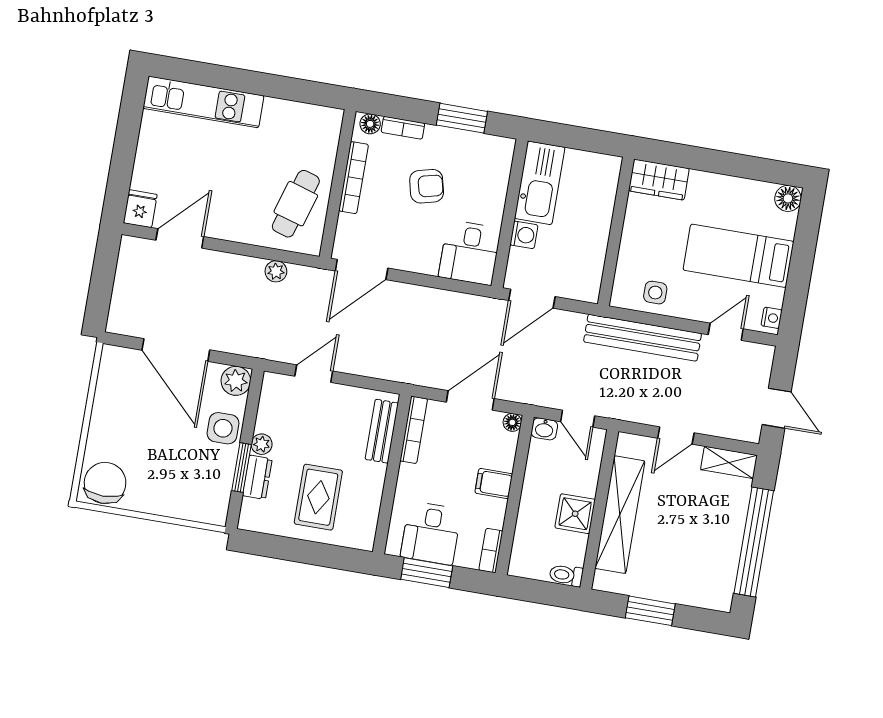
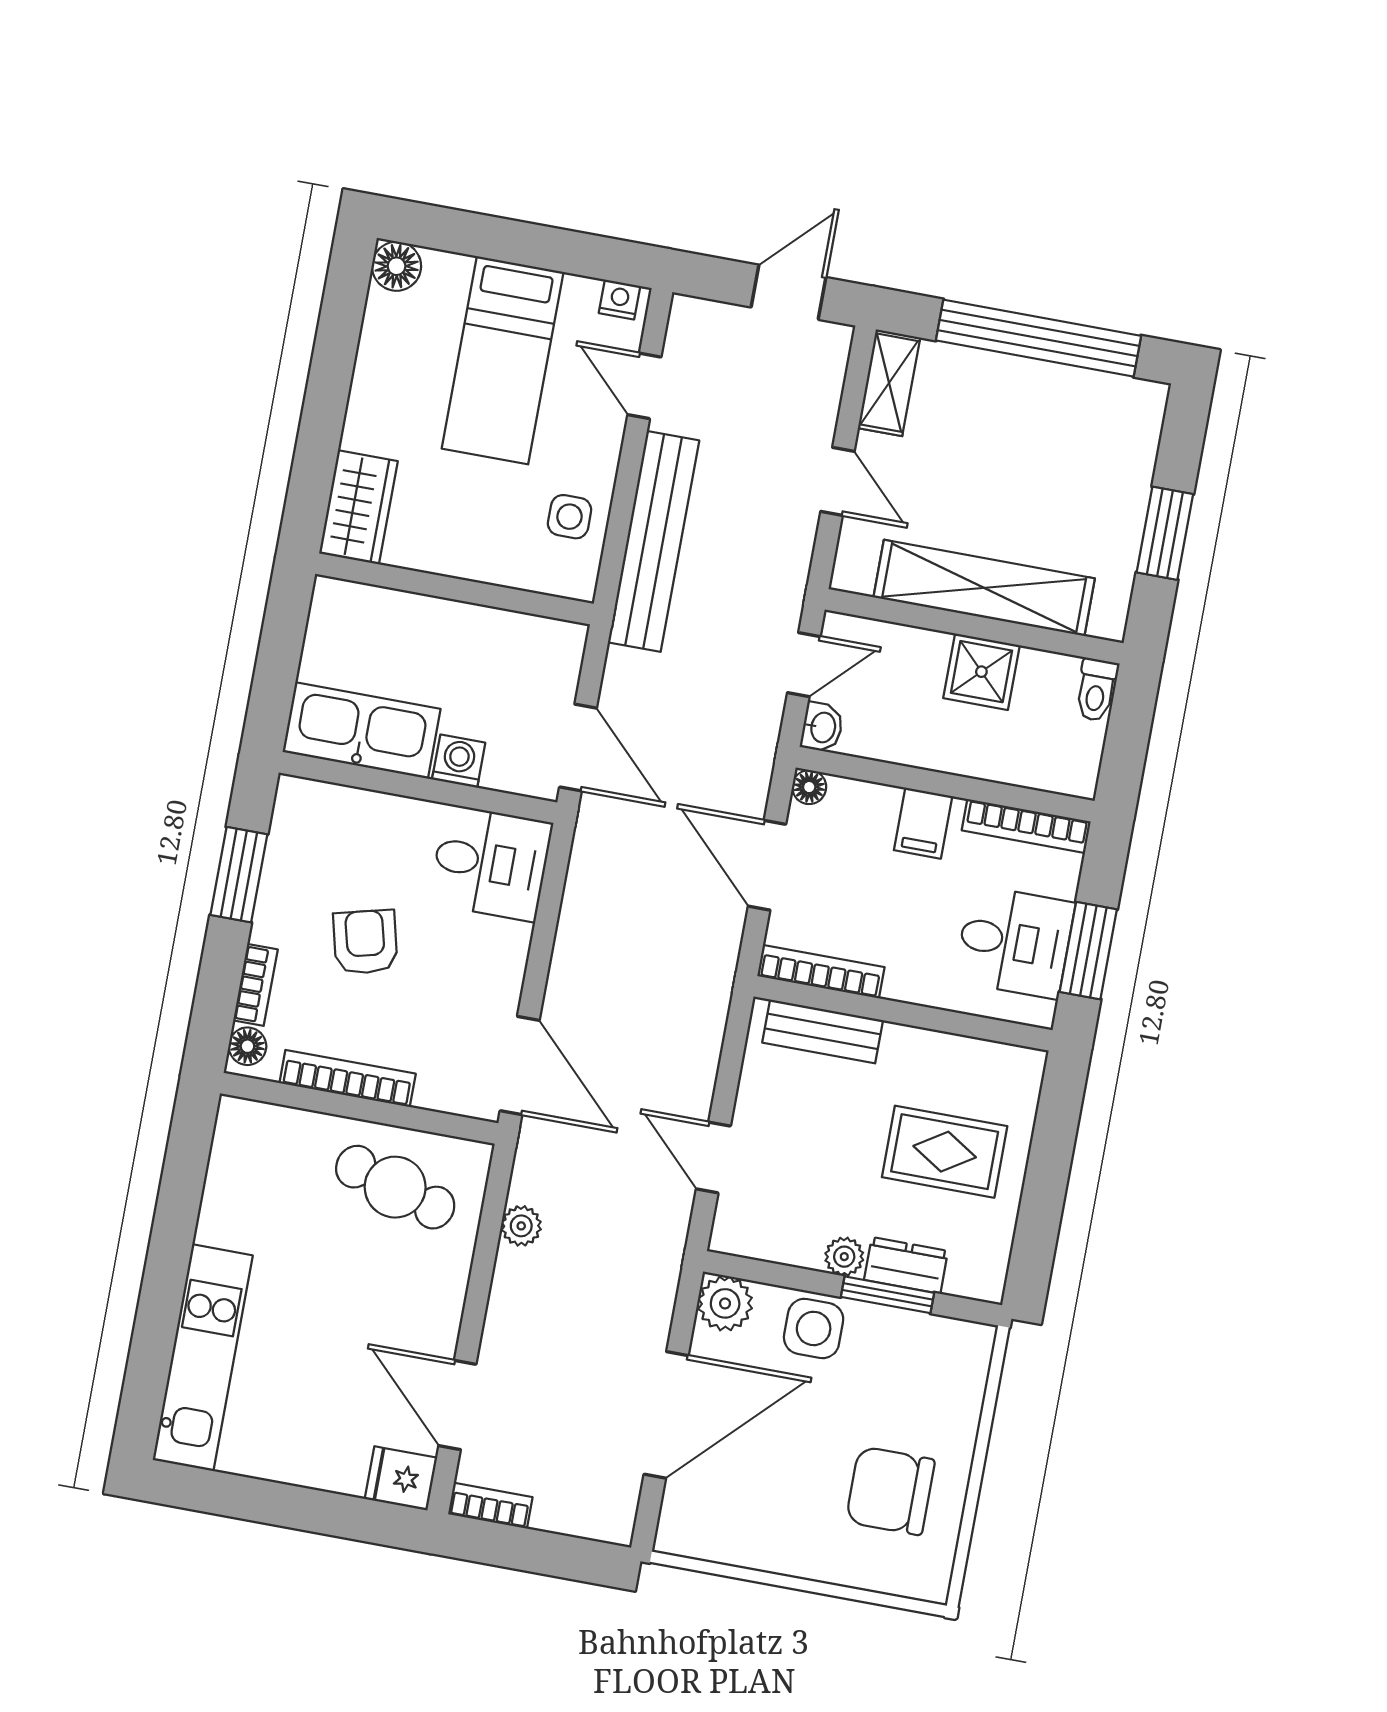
bookcase: (126, 257) -> (490, 1506), added
chair: (105, 483) -> (890, 1491), moved
bookcase: (491, 551) -> (1026, 826), width x1.56

